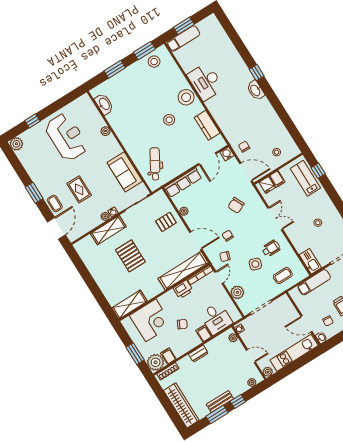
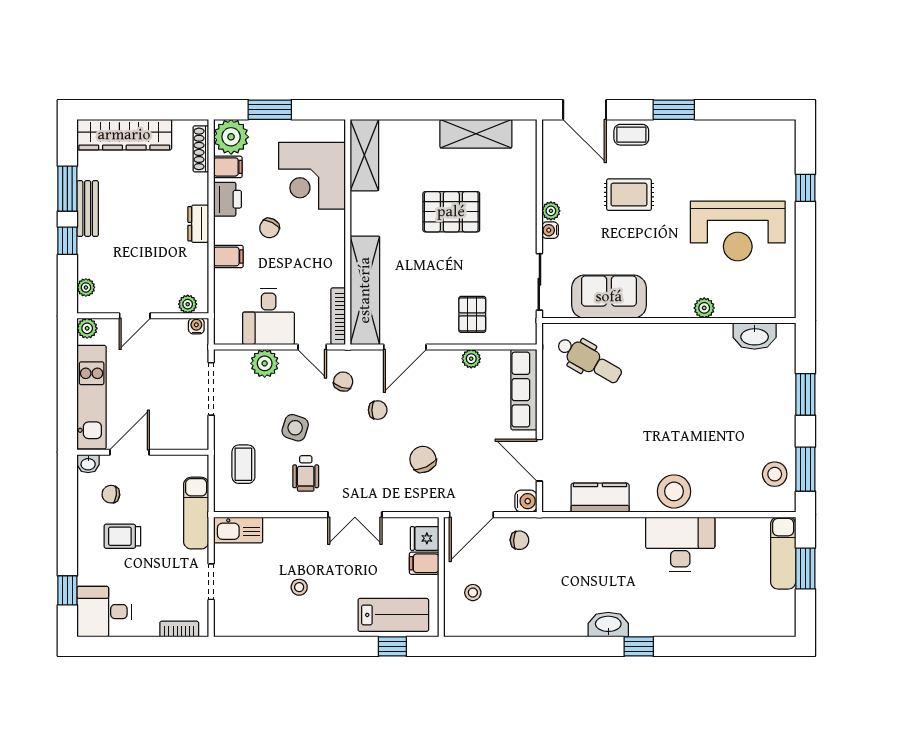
stool: (169, 120) -> (653, 435), removed
plant: (16, 144) -> (782, 133), removed
shelving: (108, 230) -> (476, 134), moved, turned 90
printer: (183, 289) -> (227, 199), moved, turned 180
desk: (216, 318) -> (269, 317), moved, turned -90

